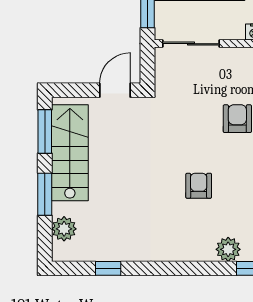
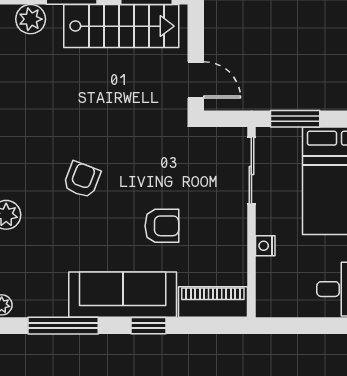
armchair: (199, 186) -> (82, 180), turned -69

